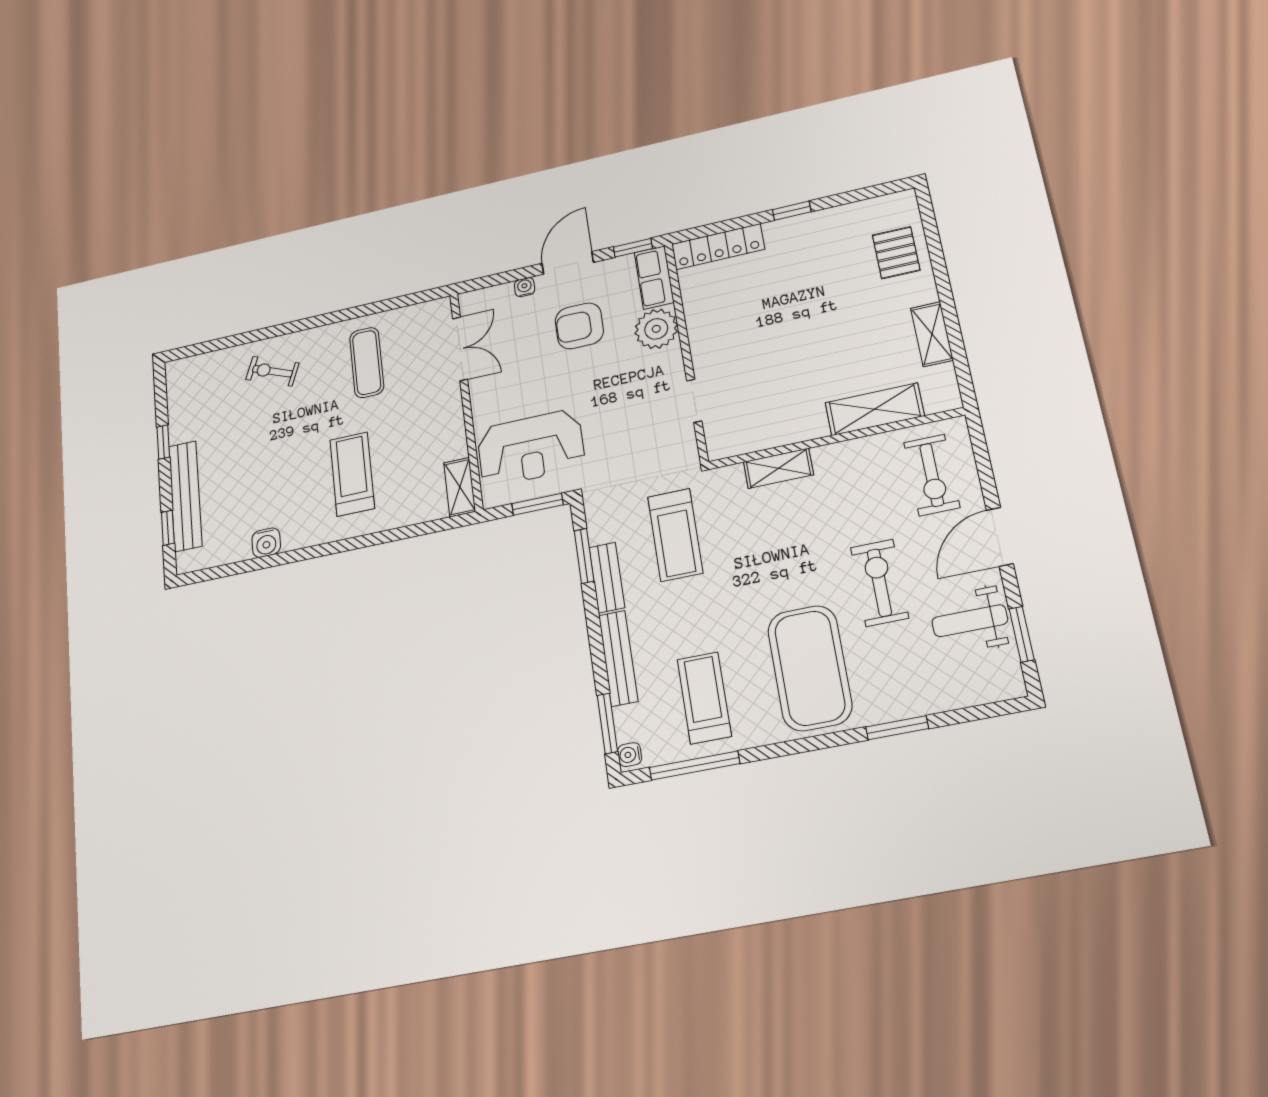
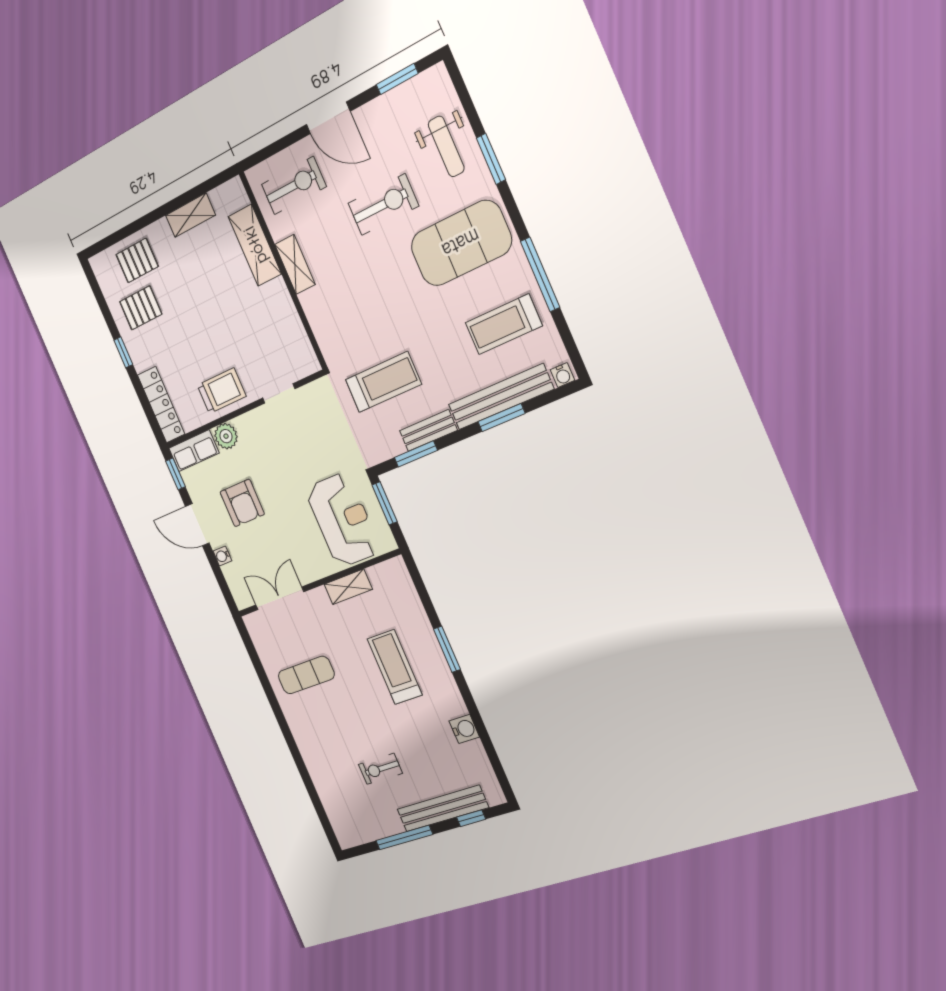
pallet: (839, 245) -> (141, 308), added
plant: (656, 329) -> (226, 436), width x0.73, depth x0.73
trolley: (715, 329) -> (222, 391), added
exercise bike: (272, 371) -> (380, 769), moved, turned 68
window: (163, 442) -> (404, 837), width x2.17
shelving: (778, 468) -> (295, 264), moved
treadmill: (352, 474) -> (395, 667), turned 90
shelving: (460, 487) -> (348, 587), moved
window: (358, 542) -> (447, 649), added
exercise bike: (879, 583) -> (383, 205), turned 180
weight bench: (970, 621) -> (446, 146), moved
bench: (618, 658) -> (501, 397), width x1.37, depth x1.21
window: (607, 723) -> (501, 418), moved
window: (695, 766) -> (540, 274), moved

